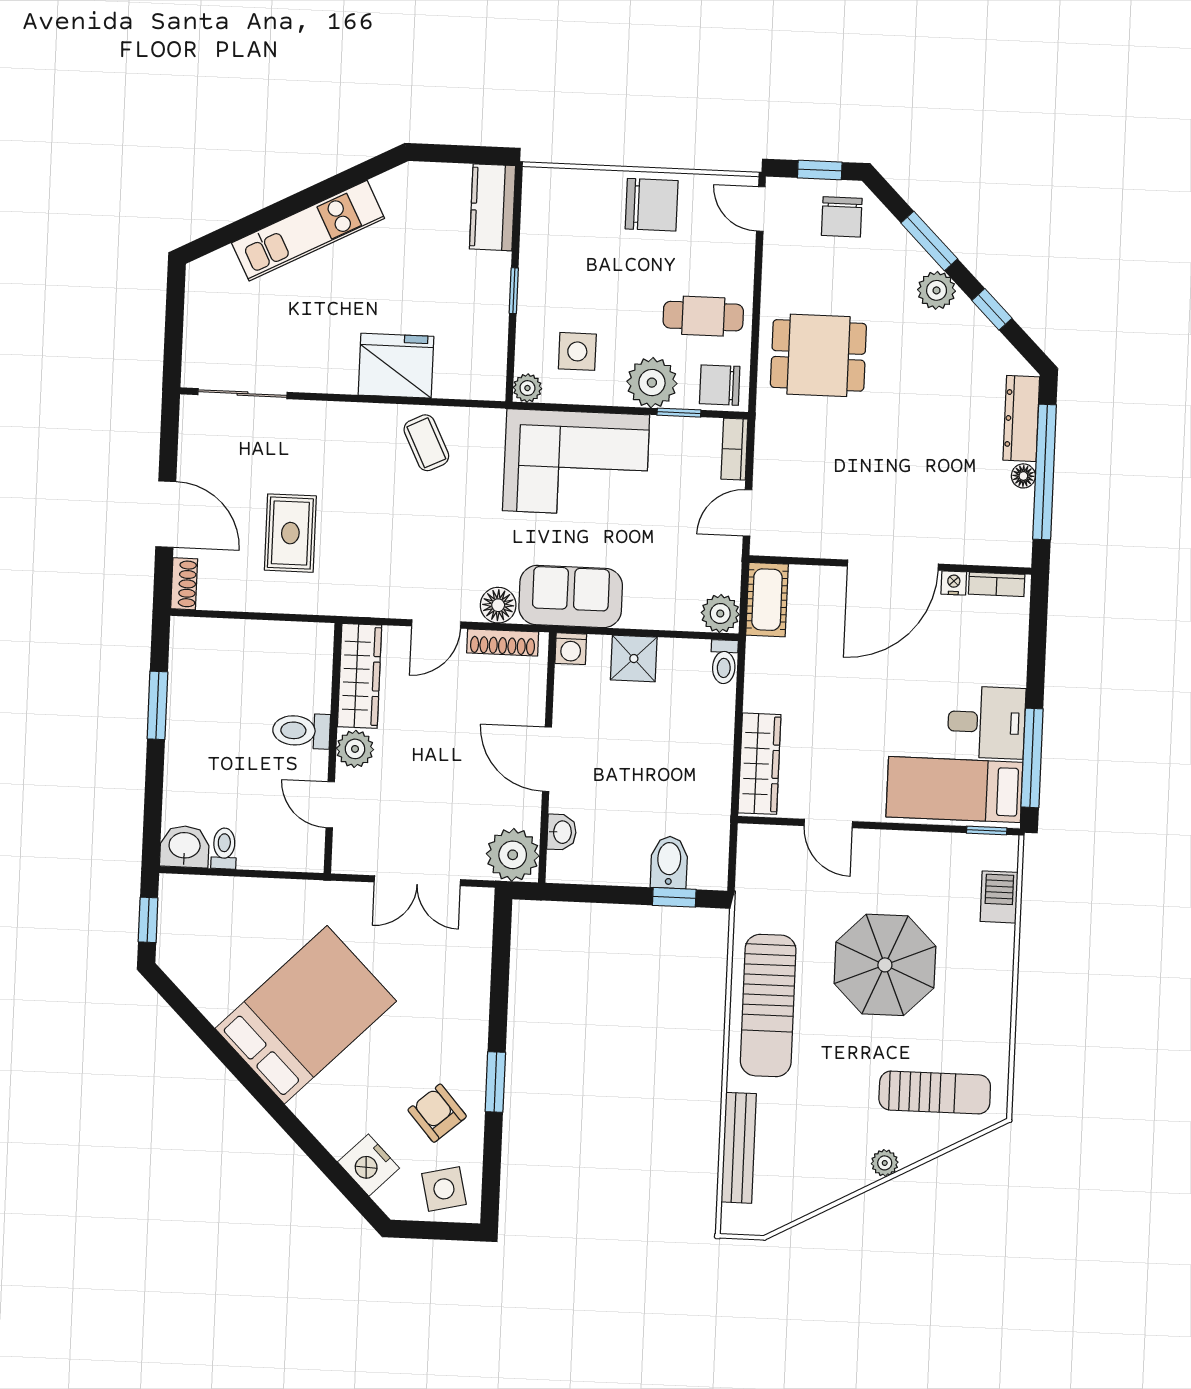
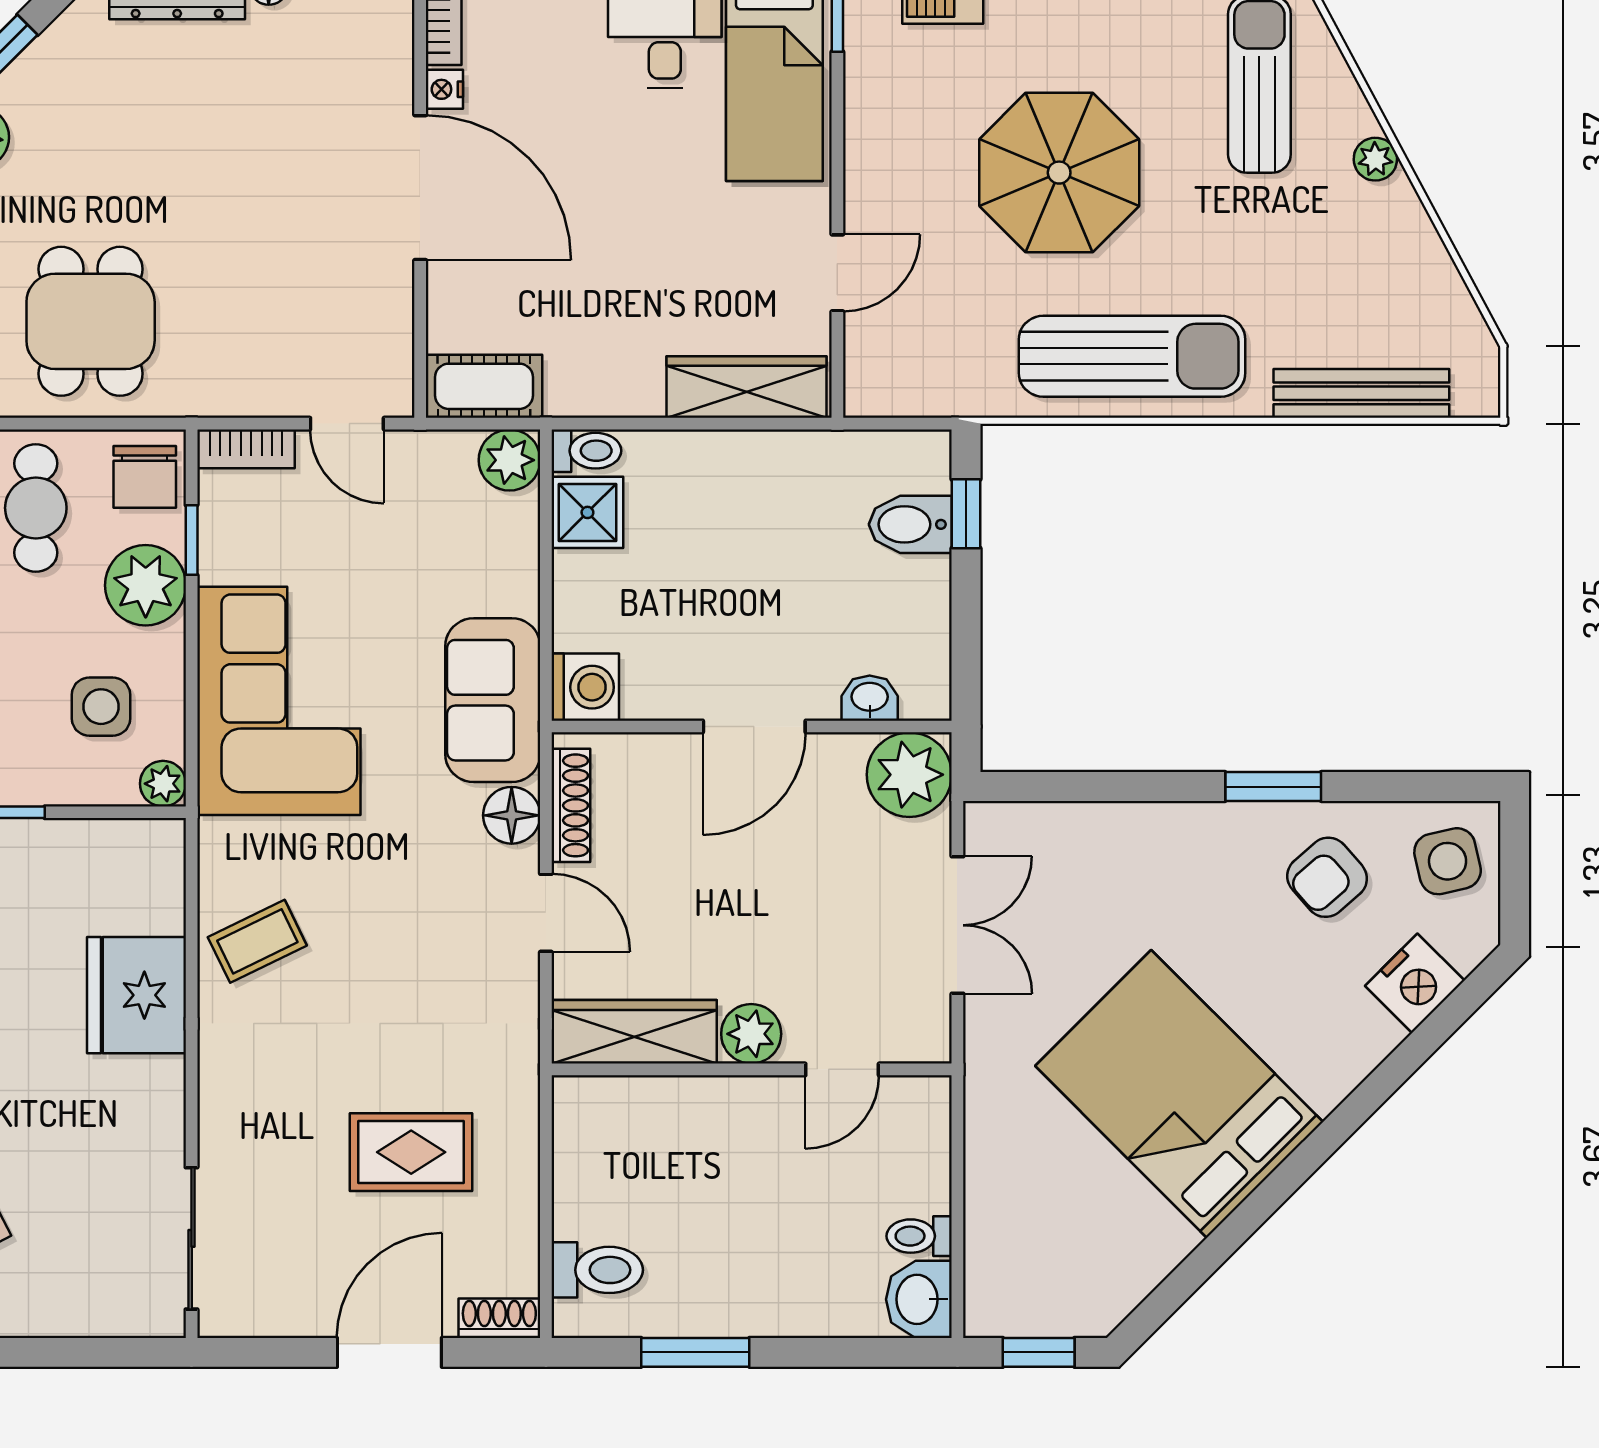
washing machine: (571, 649) -> (585, 687), width x1.38, depth x1.38
shower: (634, 659) -> (587, 512), moved
toilet: (301, 731) -> (597, 1270), moved, turned -90

